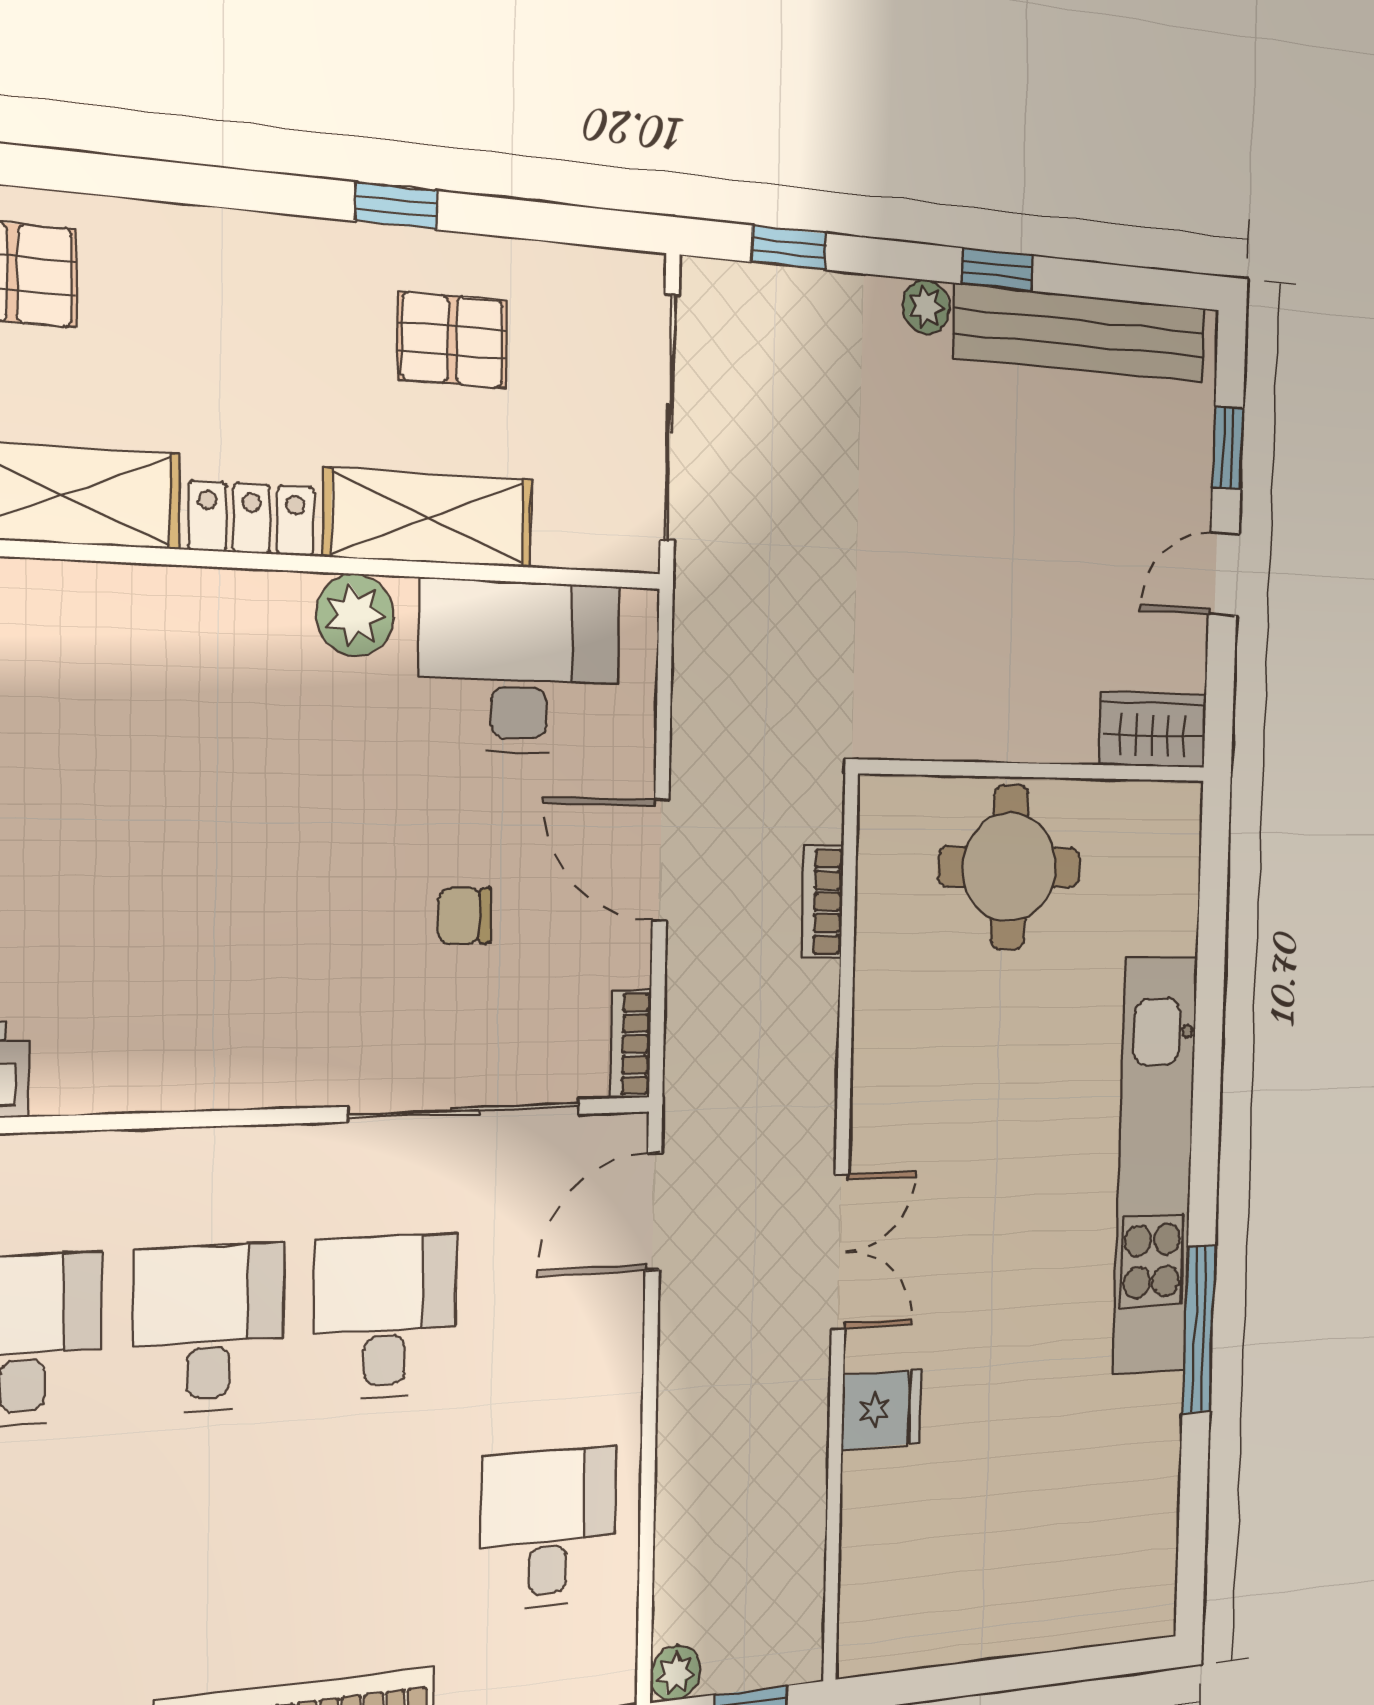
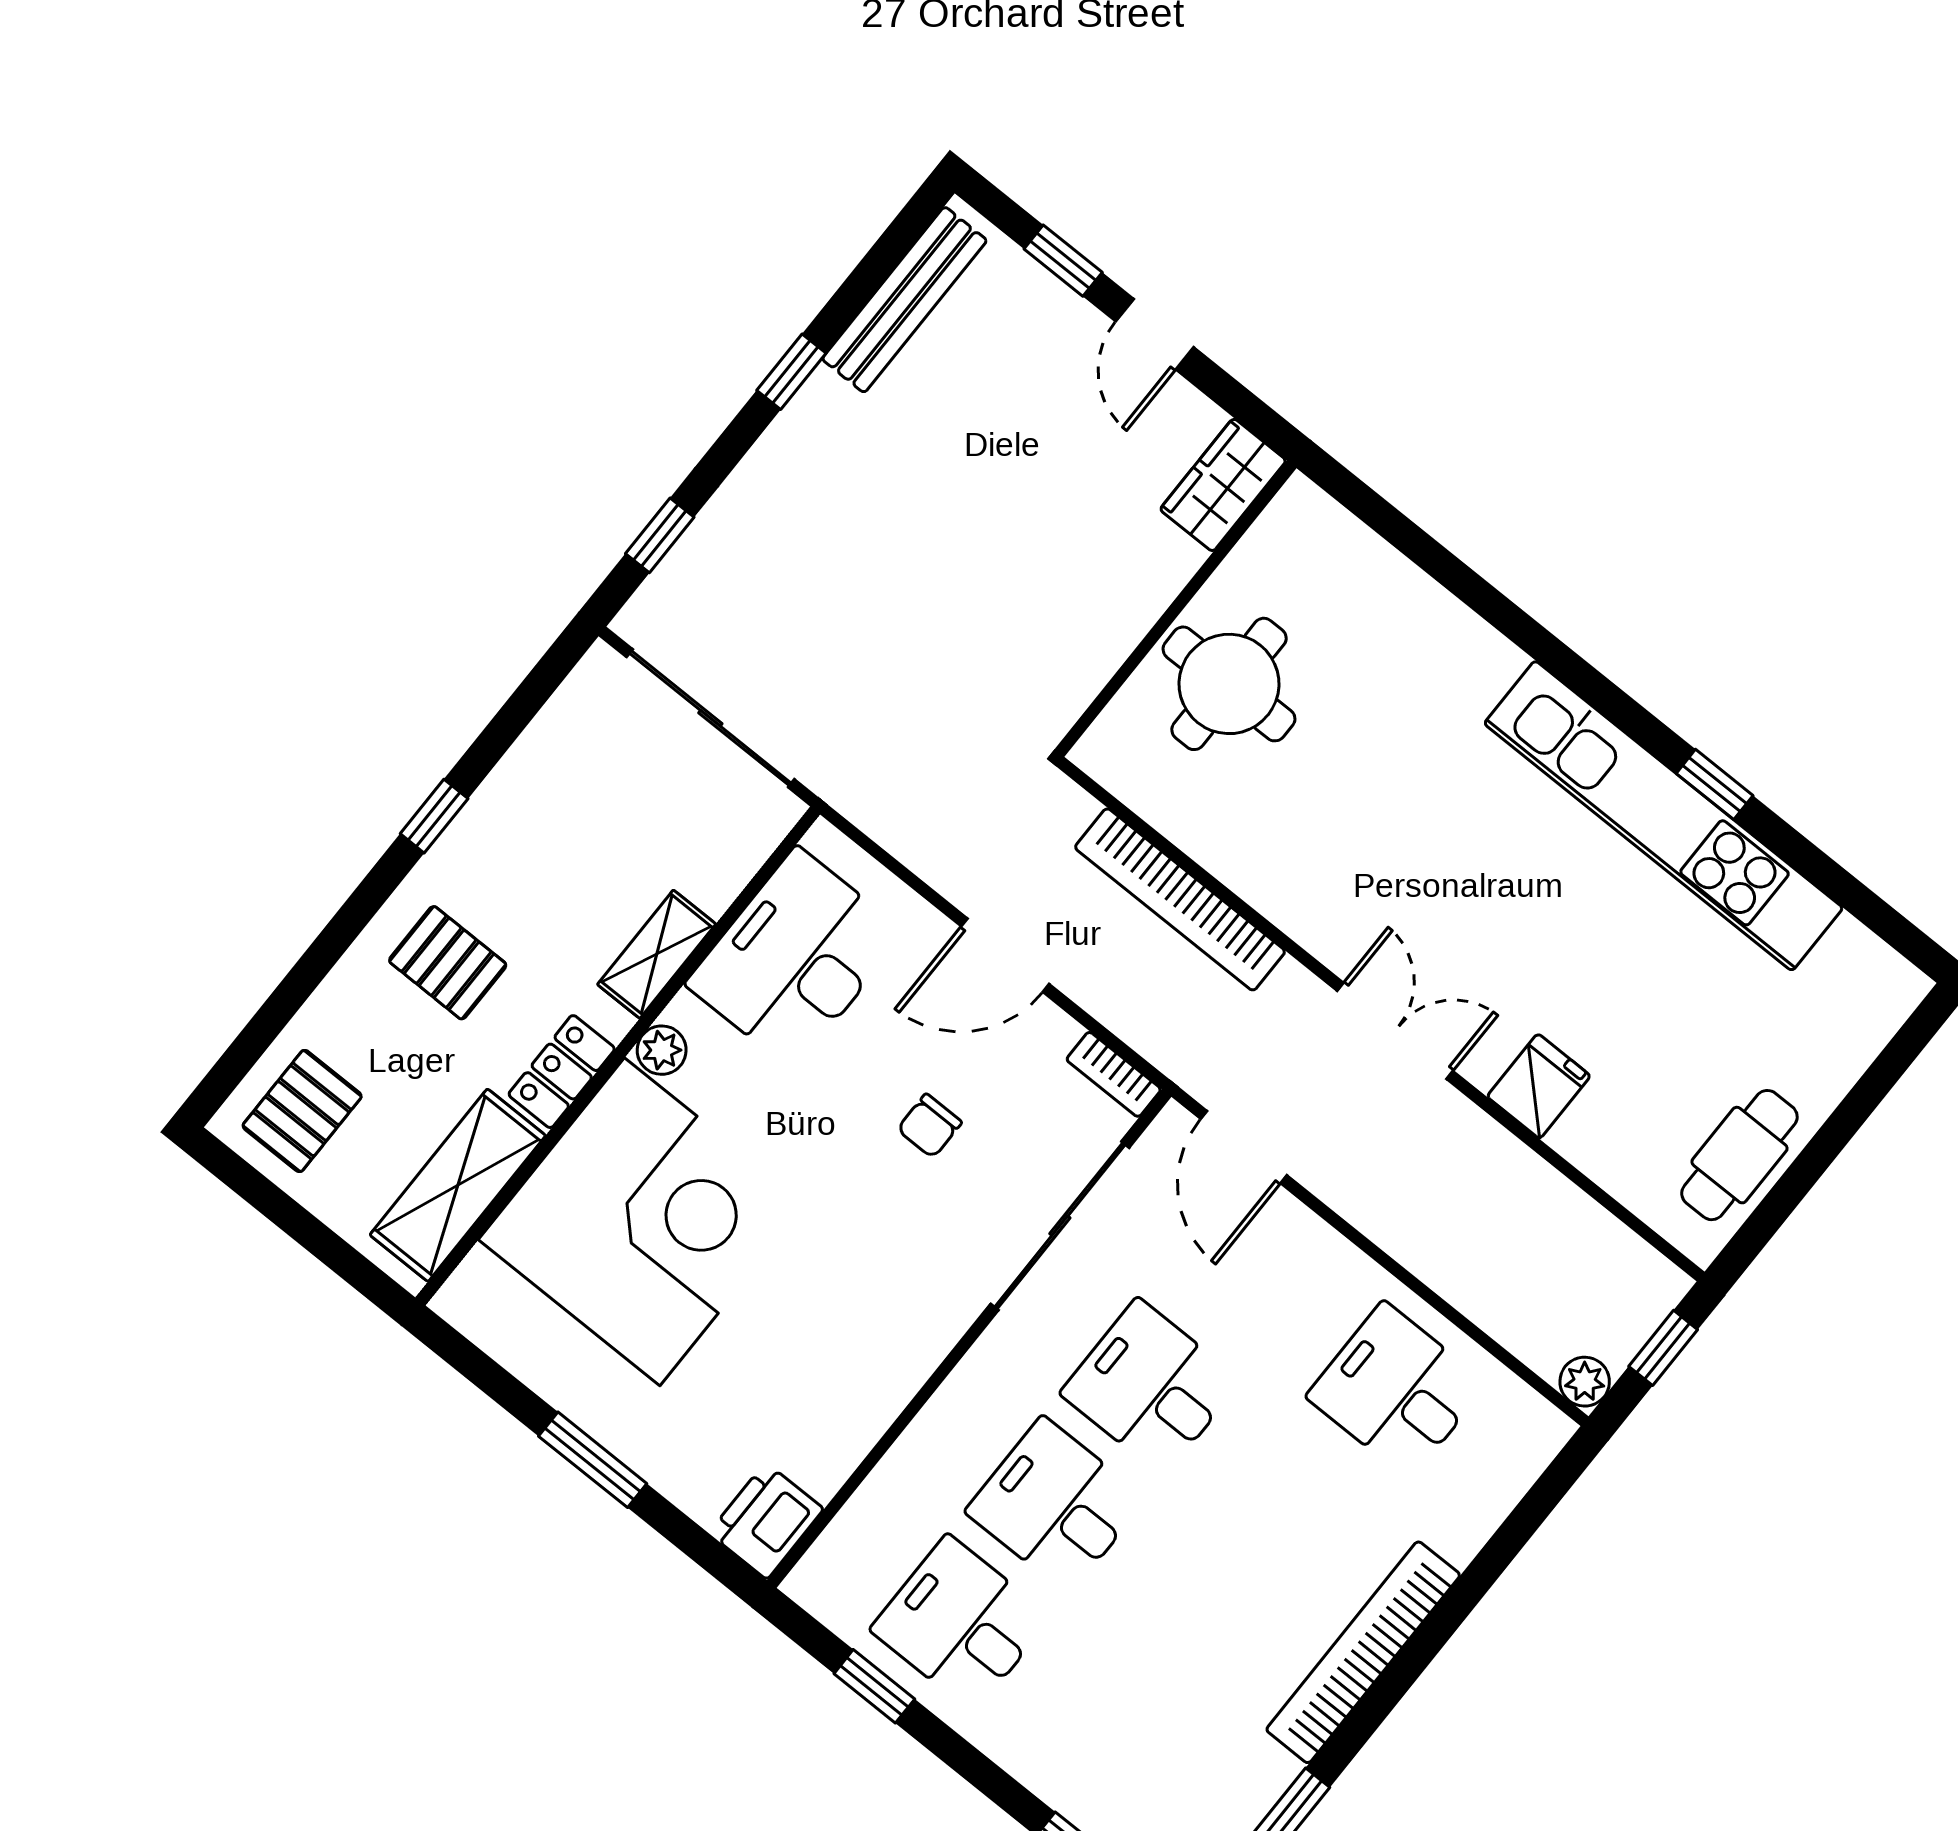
plant: (926, 307) -> (777, 453), removed
bench: (1081, 333) -> (904, 300), width x0.73, depth x0.82
pallet: (452, 340) -> (448, 963), moved, turned 90
shelving: (428, 518) -> (657, 954), width x0.67, depth x0.75
plant: (355, 615) -> (662, 1050), width x0.73, depth x0.73
corner desk: (169, 712) -> (642, 1222), added
bookcase: (823, 902) -> (1180, 899), width x2.31, depth x1.31
kitchen unit: (1155, 1165) -> (1664, 816), moved
window: (1199, 1329) -> (1715, 784), width x0.46
cafe table: (944, 1617) -> (1739, 1155), added

